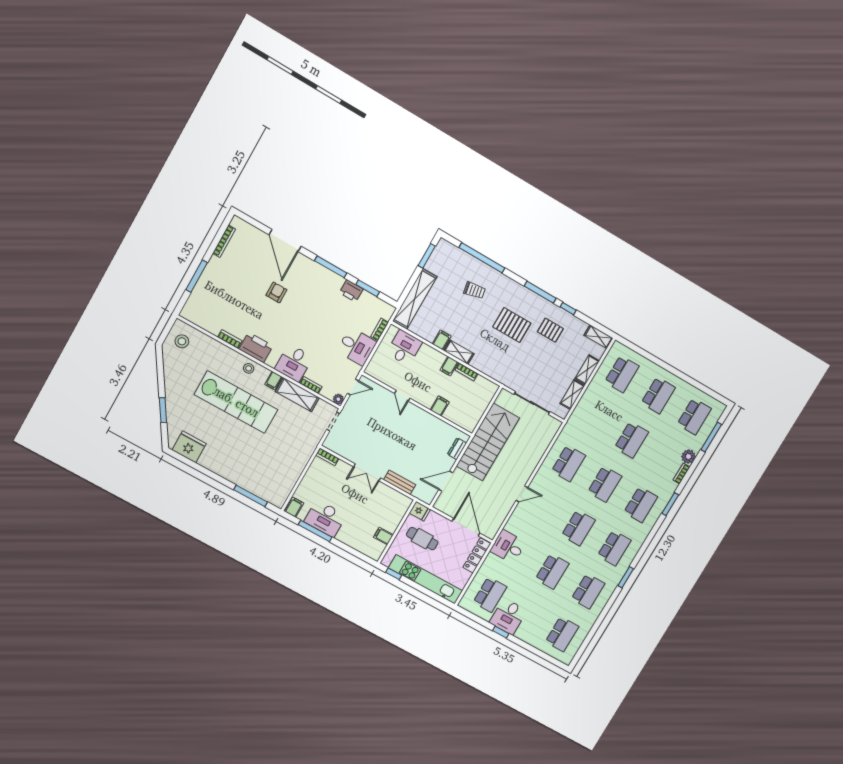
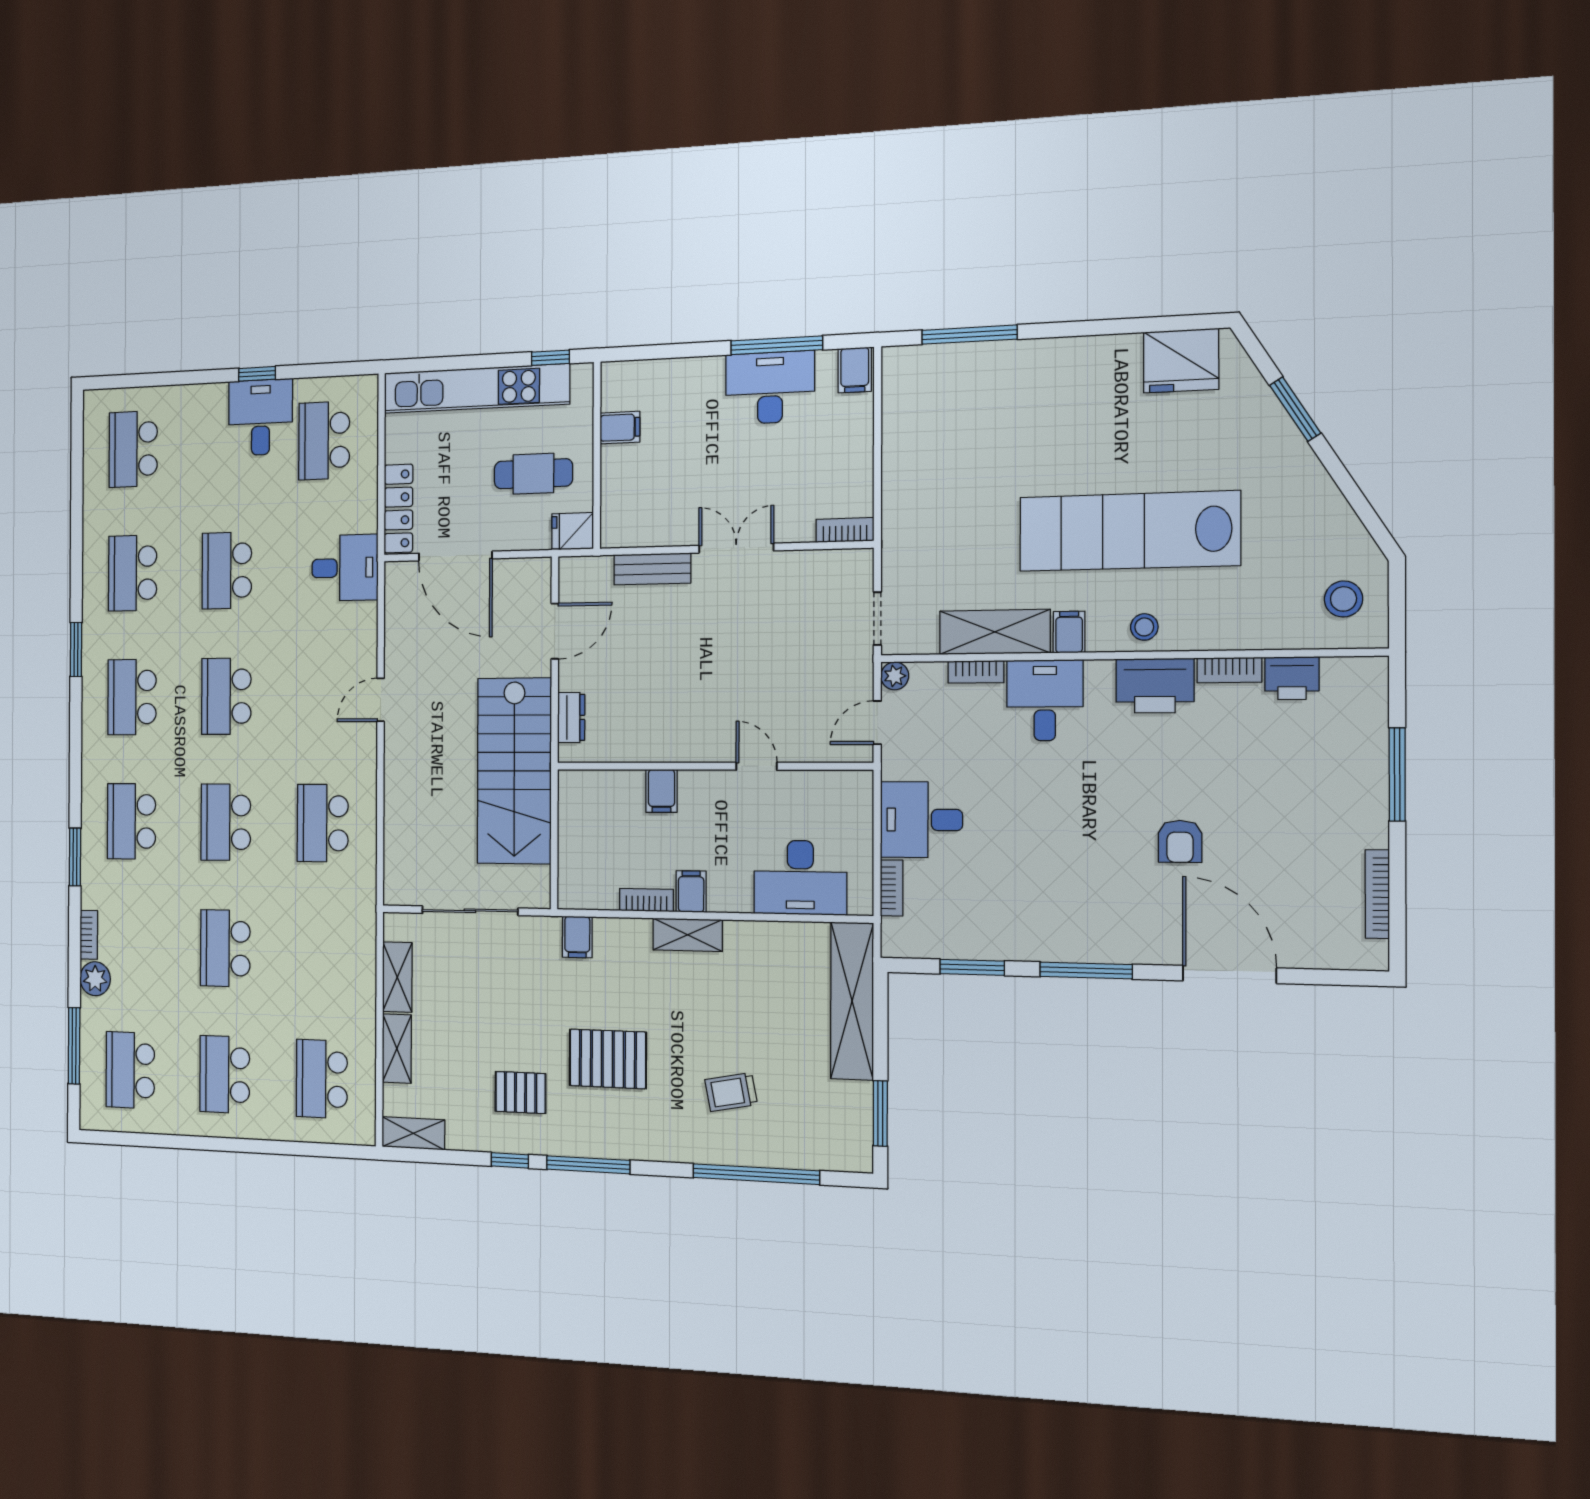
printer: (351, 291) -> (1292, 678), moved, turned 180
filing cabinet: (442, 340) -> (577, 937), moved
desk: (404, 348) -> (800, 878), width x1.37

